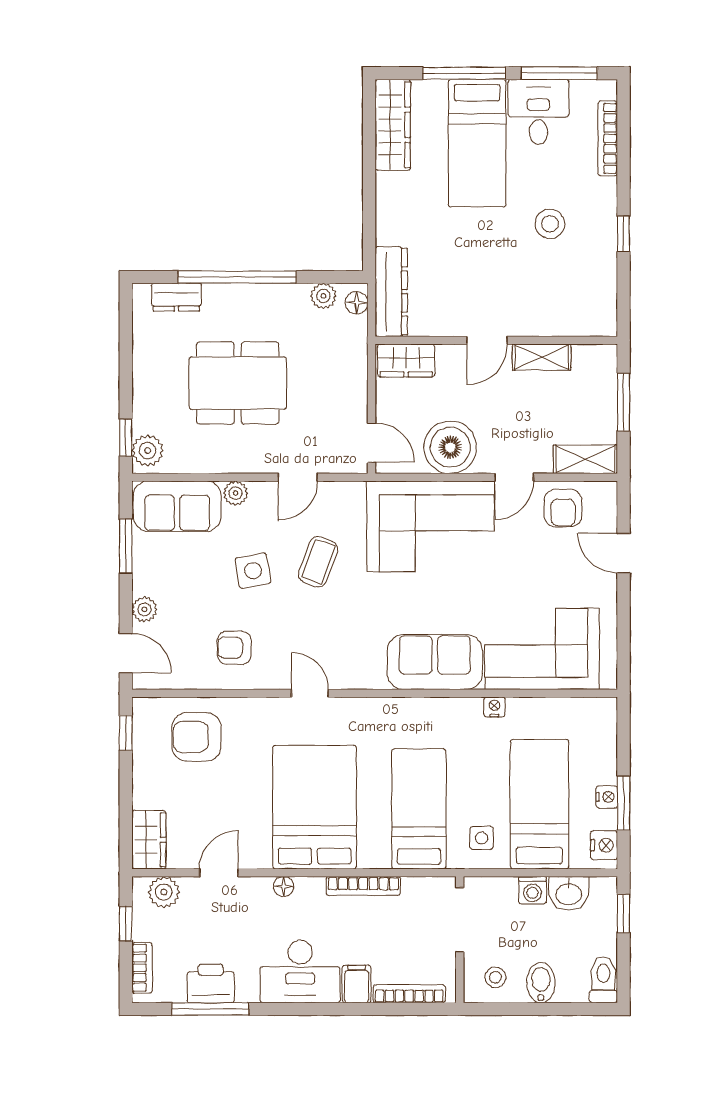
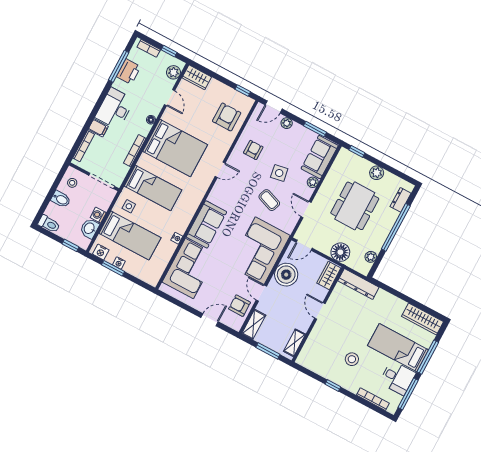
floor lamp: (357, 303) -> (340, 252), moved, width x1.89, depth x1.89
shelving: (542, 357) -> (295, 343), moved
plant: (148, 450) -> (377, 173), moved

